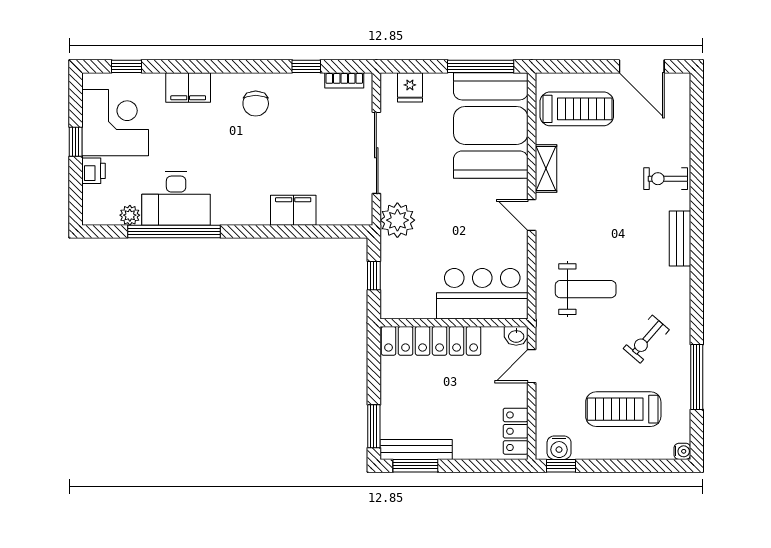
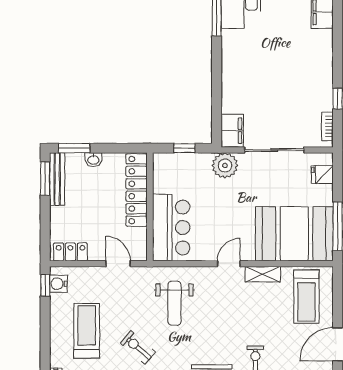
chair: (256, 104) -> (310, 62), removed
filing cabinet: (293, 210) -> (232, 131), moved
washbasin: (516, 336) -> (93, 160), moved, turned -90

